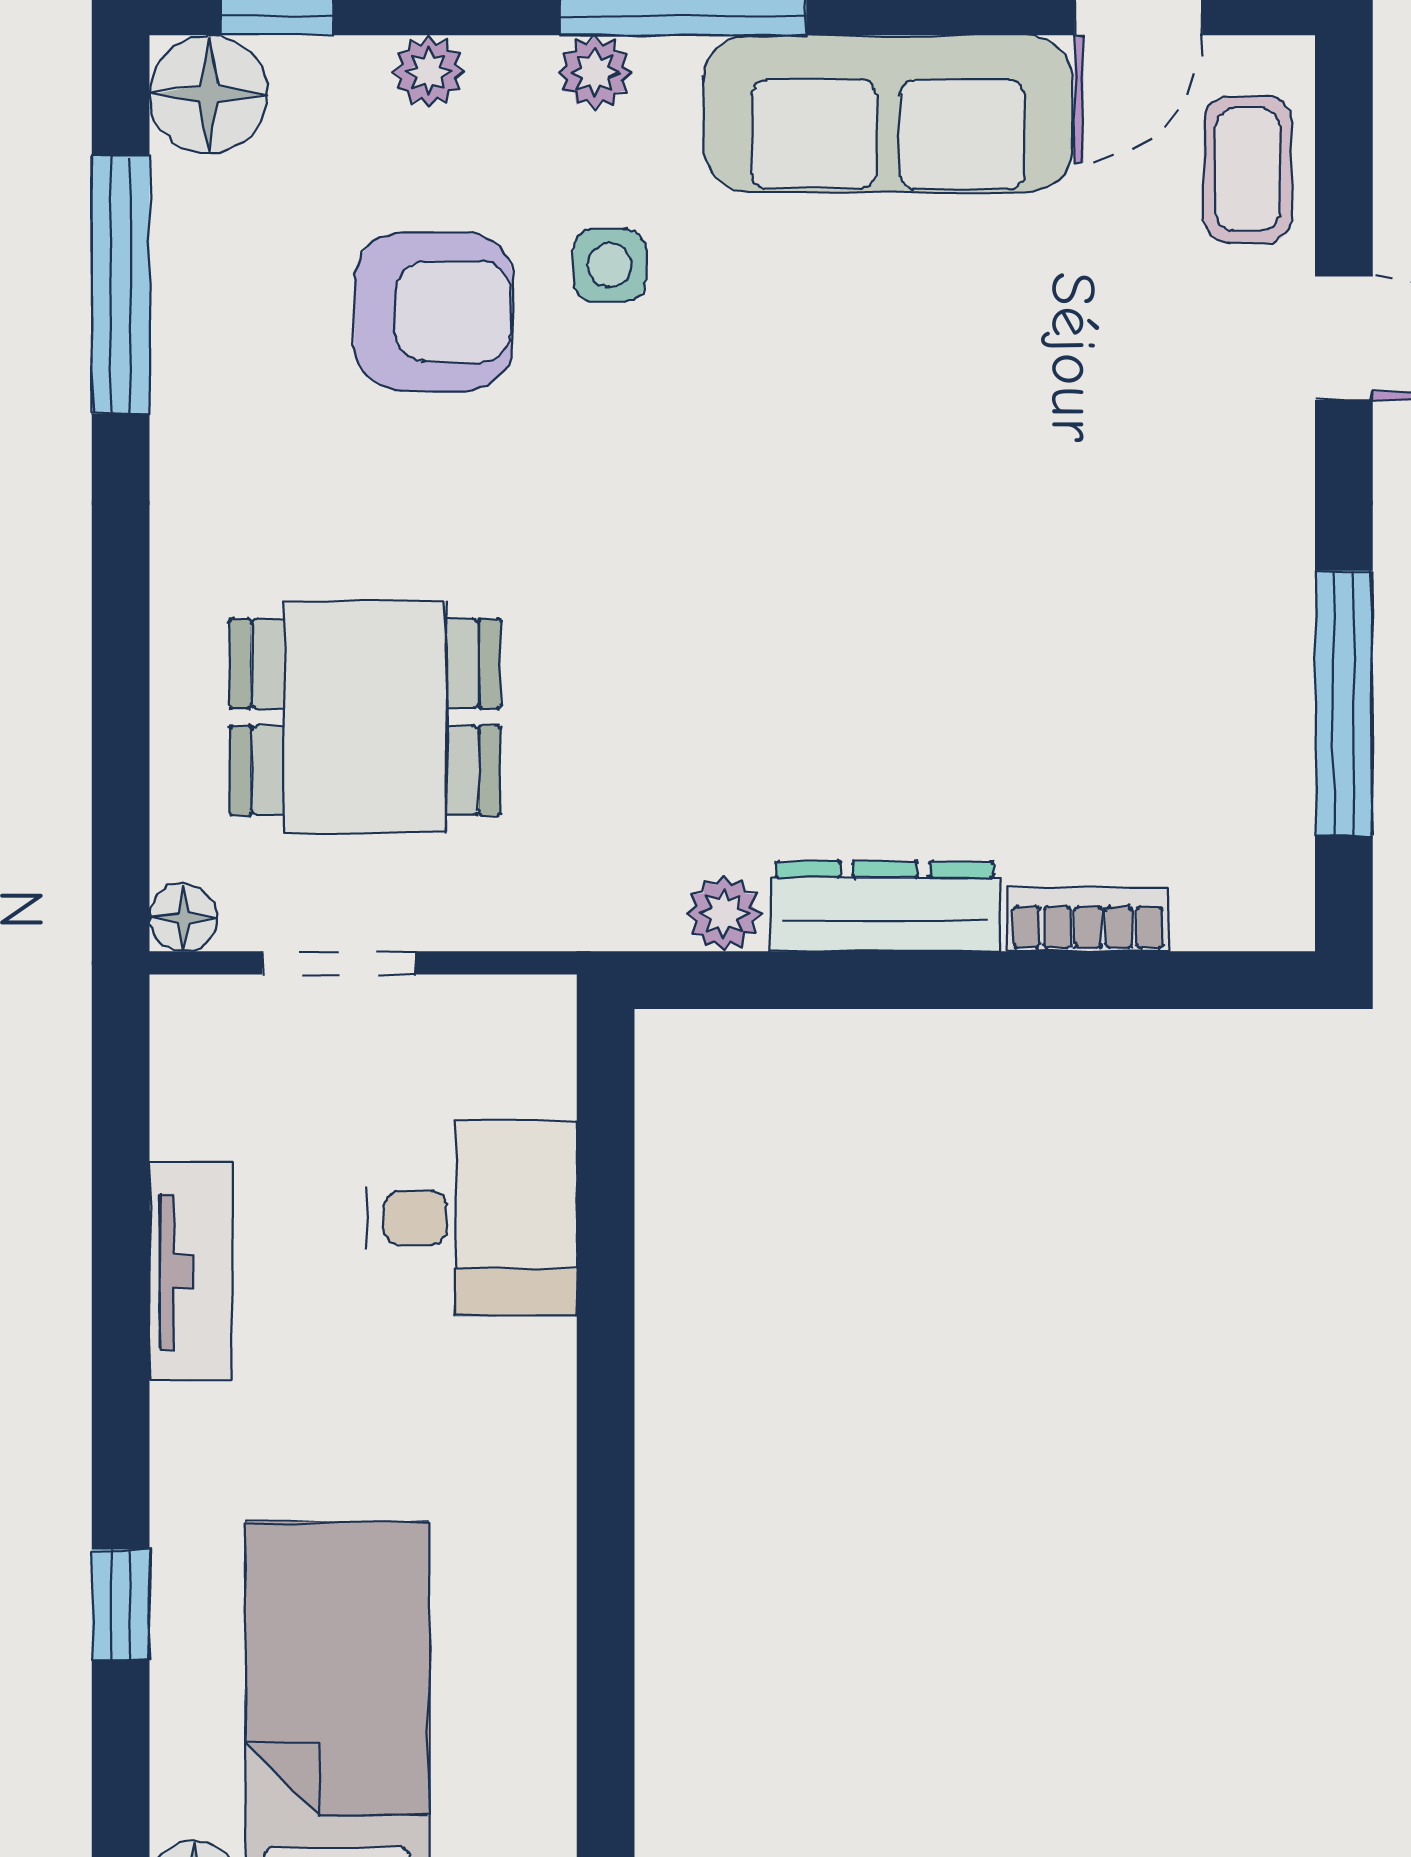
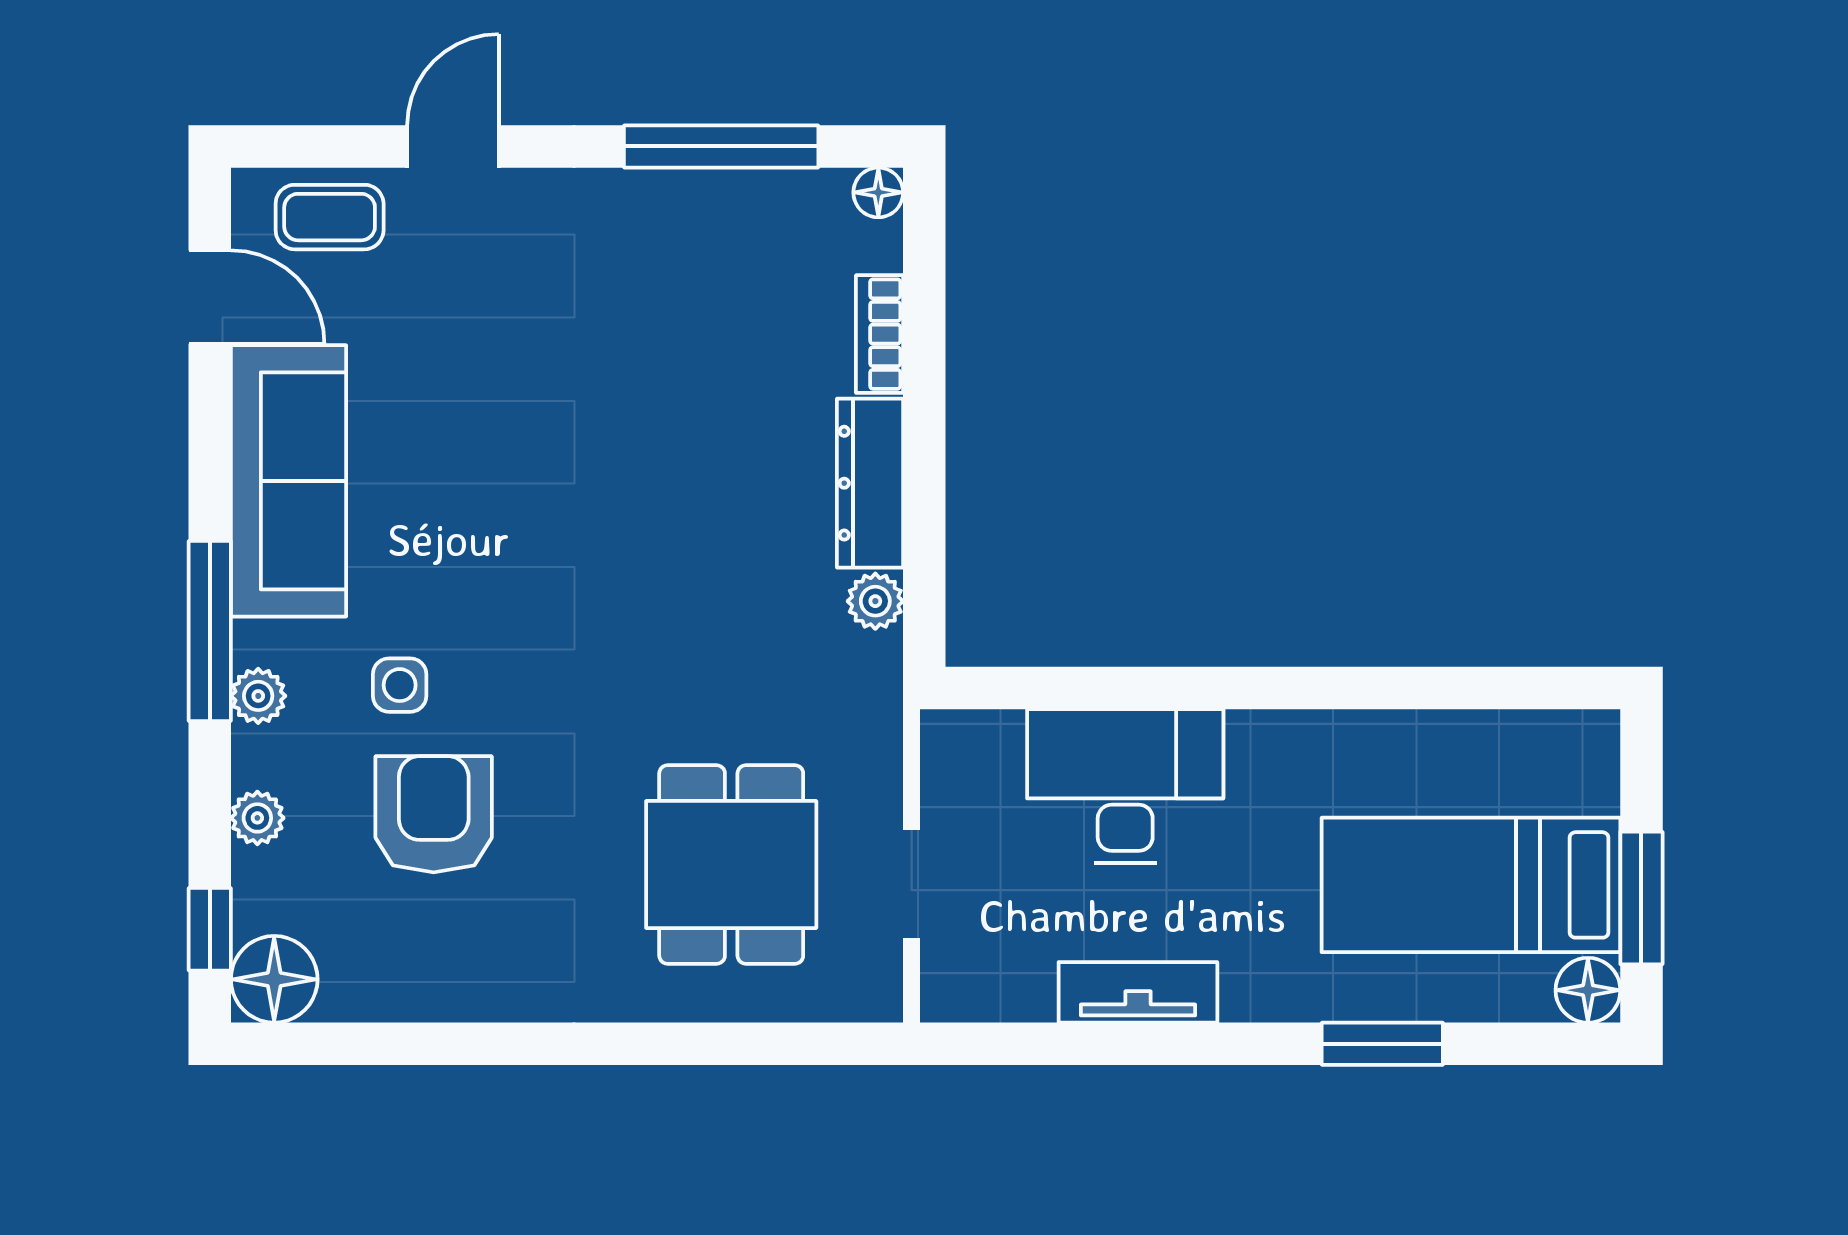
window: (121, 285) -> (414, 1044), removed
floor lamp: (183, 918) -> (878, 192), moved
desk: (472, 1218) -> (1125, 786), width x1.37
window: (121, 1605) -> (1382, 1044), width x1.50

